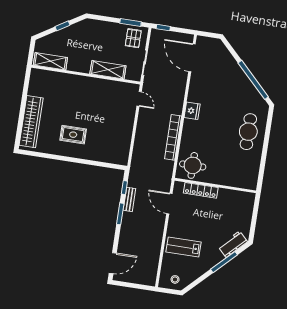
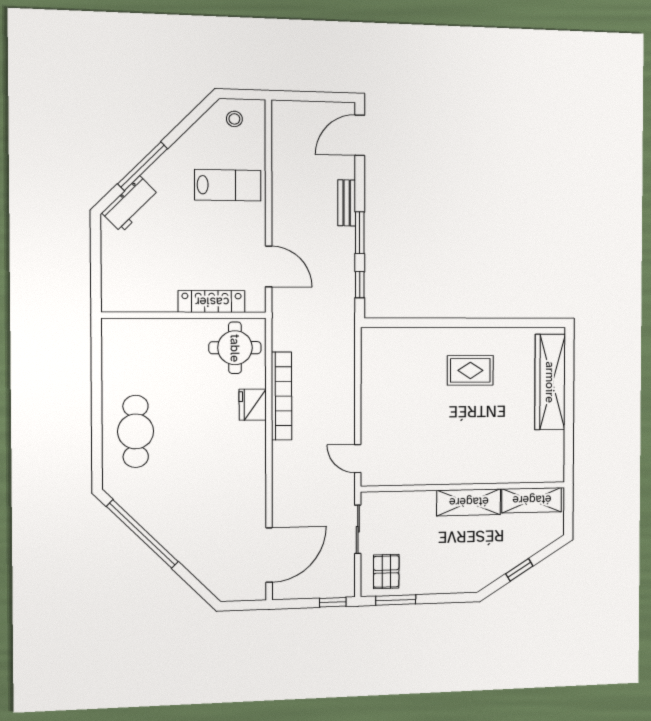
door: (192, 58) -> (269, 555), hinge flipped
shelving: (108, 70) -> (469, 502), moved
fridge: (192, 111) -> (253, 405), moved
bench: (129, 199) -> (347, 203), moved

